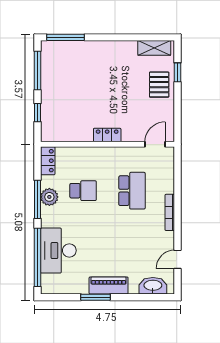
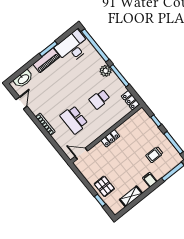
shelving: (154, 48) -> (131, 196), moved
filing cabinet: (100, 50) -> (150, 180), added
trolley: (71, 75) -> (154, 155), added
door: (155, 144) -> (81, 154), swing flipped
plant: (49, 197) -> (106, 71), moved
desk: (58, 251) -> (73, 47), moved, turned -90

